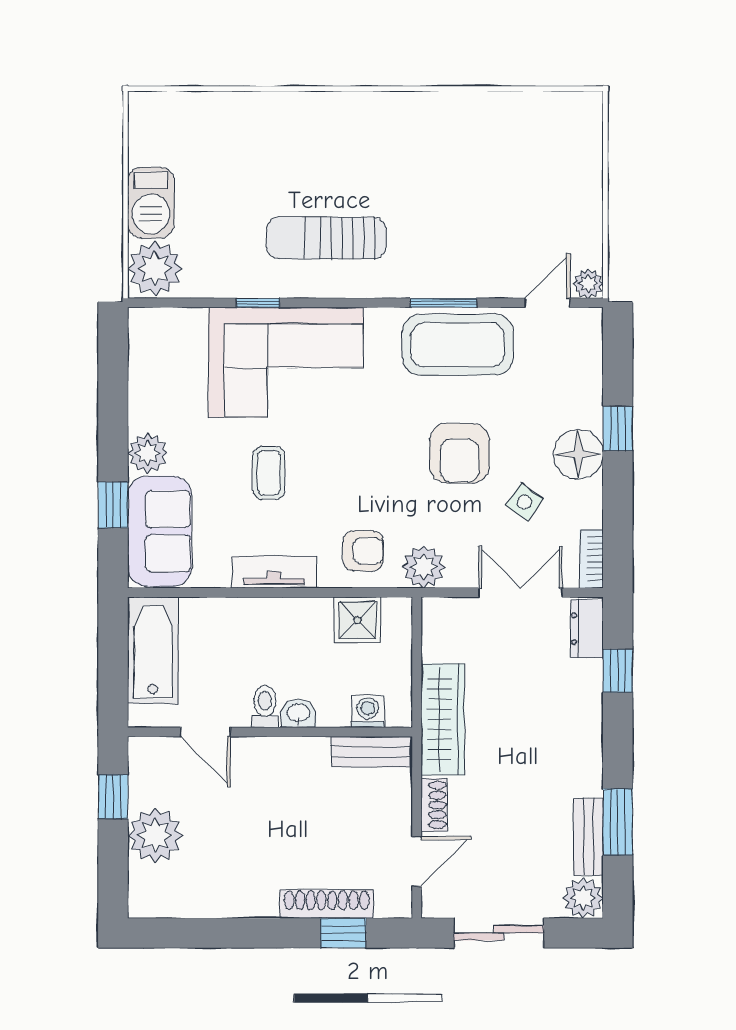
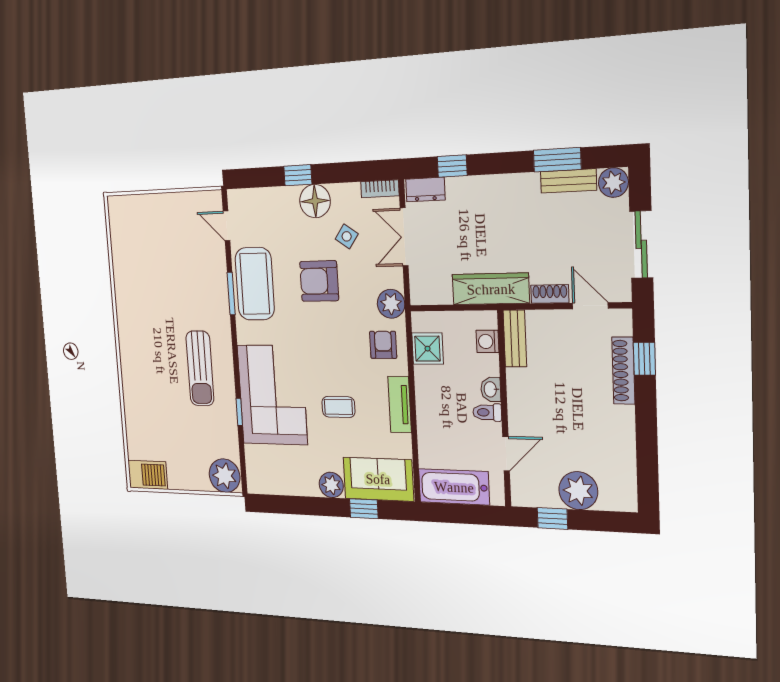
barbecue: (151, 203) -> (148, 475), moved
plant: (588, 284) -> (214, 200), removed
armchair: (460, 453) -> (319, 281), turned 180

